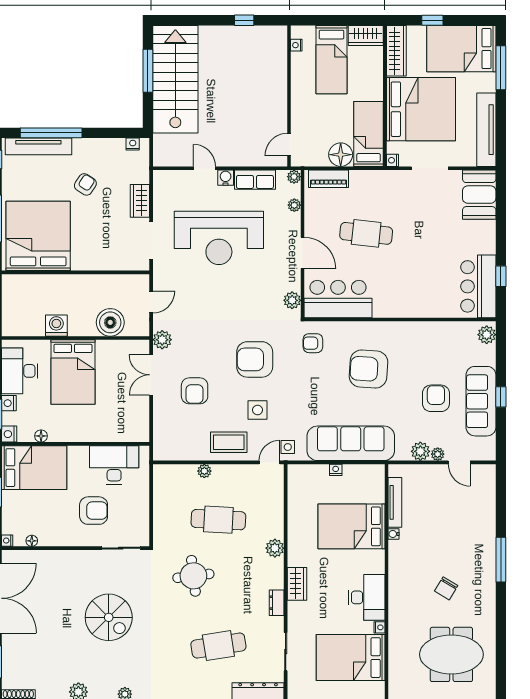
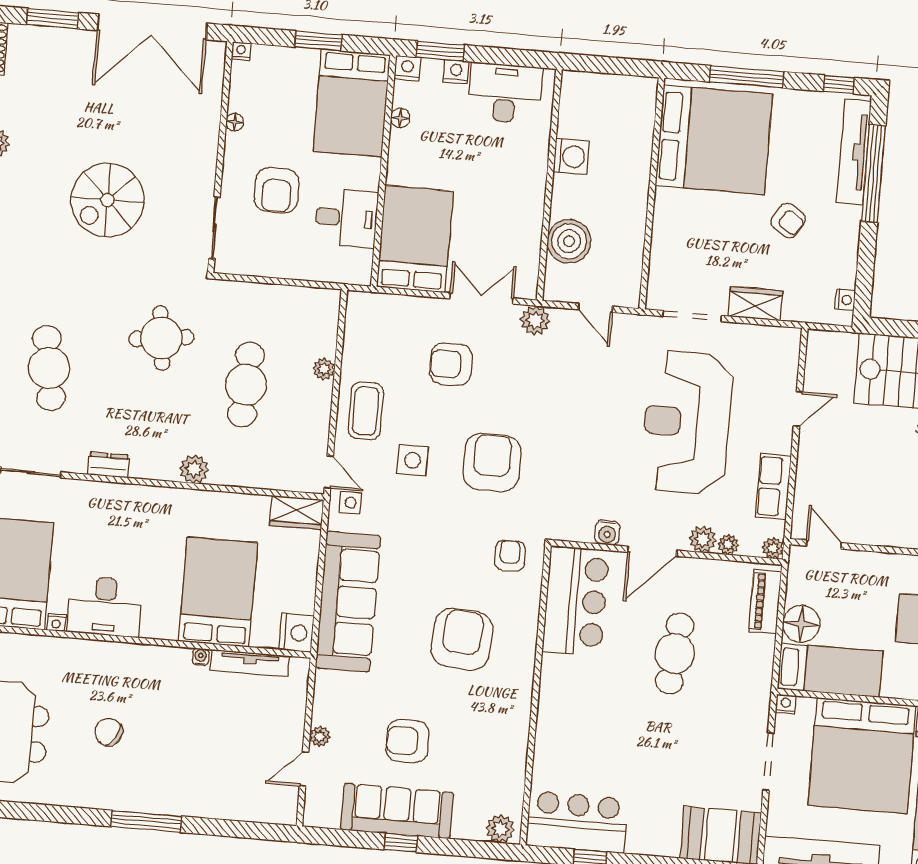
water cooler: (226, 178) -> (607, 533), moved, turned 90
plant: (292, 300) -> (703, 539), moved
bed: (73, 372) -> (415, 239), moved, turned 90
armchair: (436, 398) -> (407, 741), turned 180
plant: (420, 451) -> (326, 710), removed
desk: (114, 465) -> (346, 218), width x0.73
nightstand: (336, 470) -> (296, 633), moved, width x1.89, depth x1.79
floor lamp: (32, 541) -> (235, 122), moved
wardrobe: (297, 584) -> (297, 513), moved

